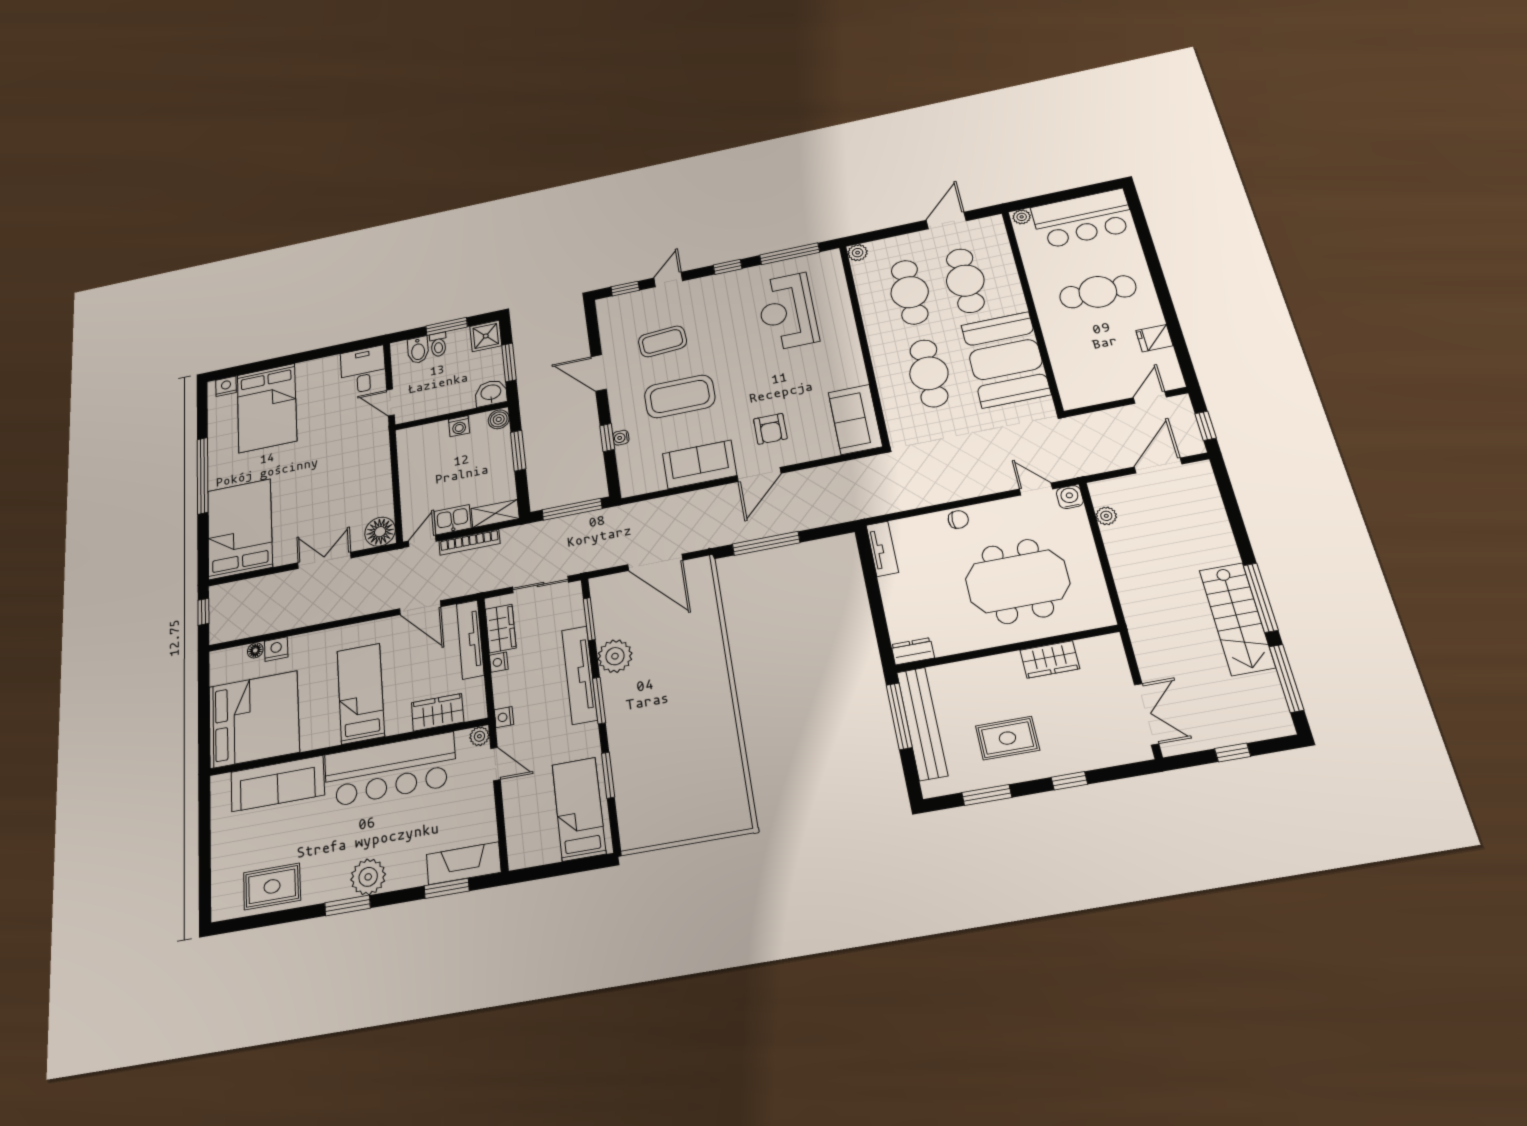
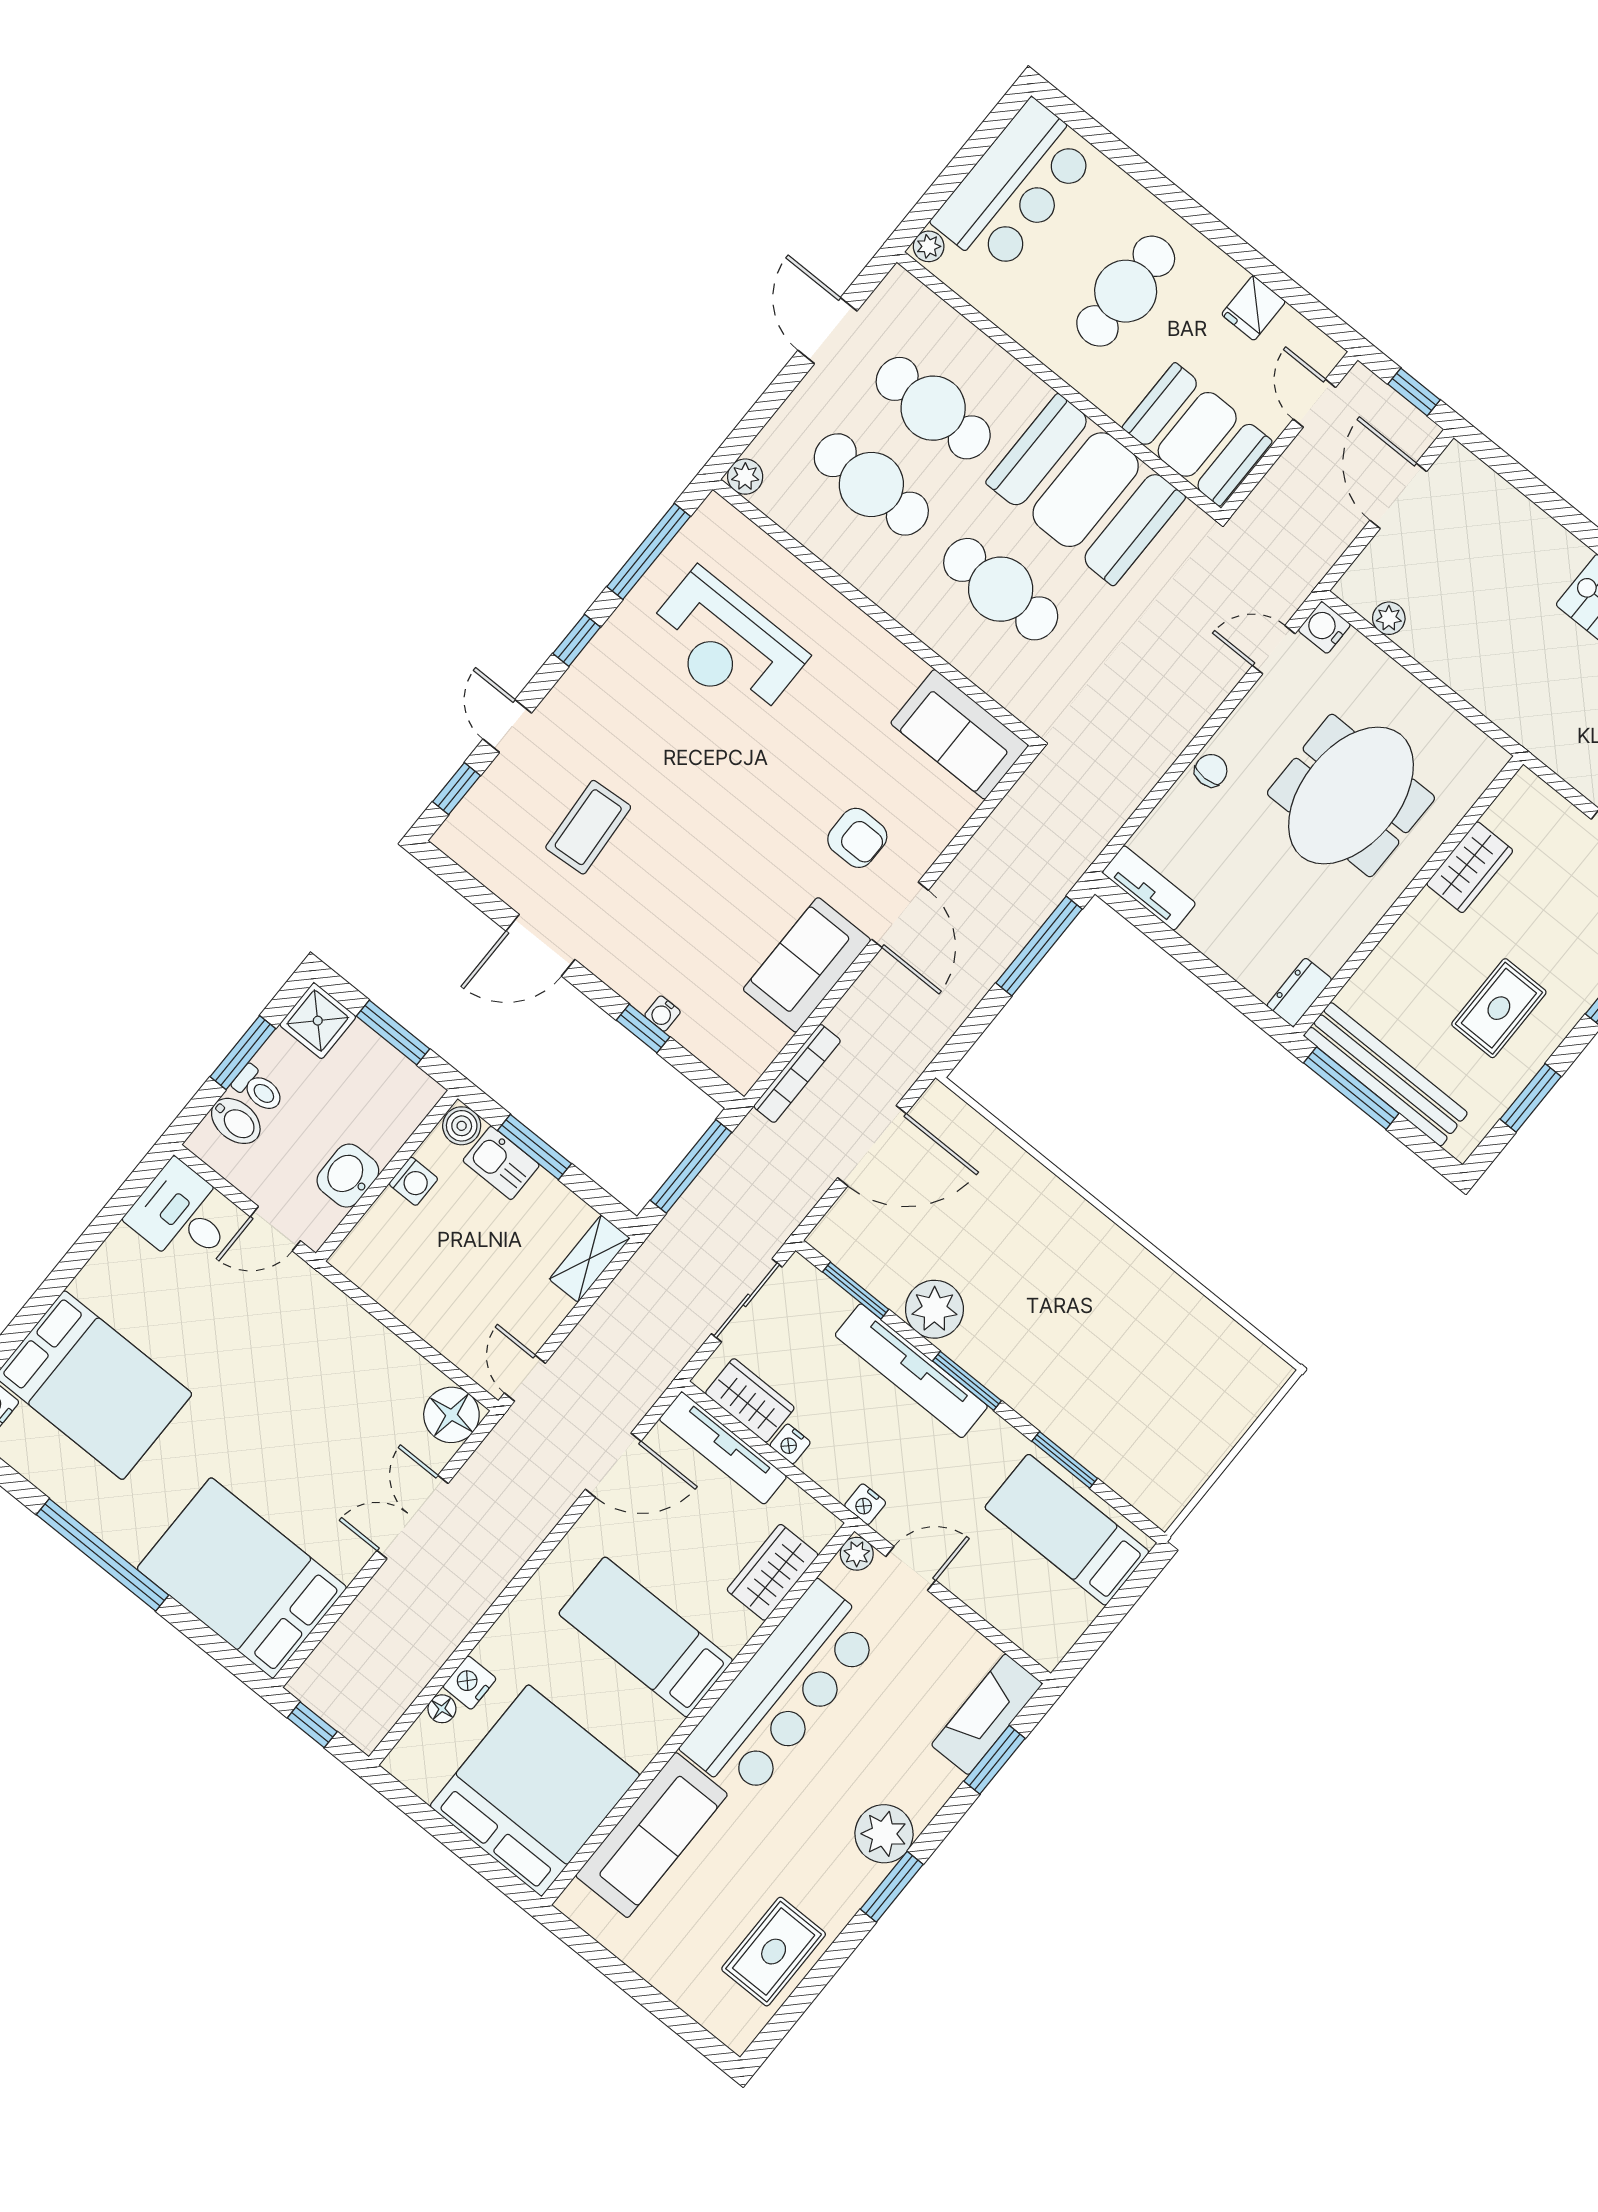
booth: (1080, 372) -> (1197, 434), added
washbasin: (491, 393) -> (348, 1176), moved
coffee table: (680, 396) -> (689, 889), removed
kitchen sink: (453, 520) -> (501, 1163), moved, turned -90
bookcase: (469, 542) -> (797, 1073), moved
window: (766, 543) -> (1039, 946), moved

